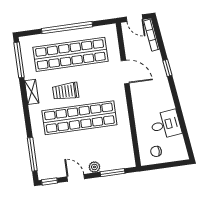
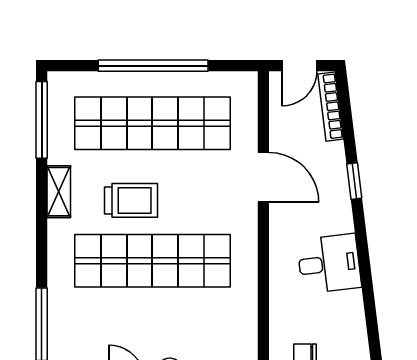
door: (135, 18) -> (299, 66), hinge flipped
trolley: (66, 91) -> (131, 200), turned 180
desk: (166, 124) -> (329, 264), moved

